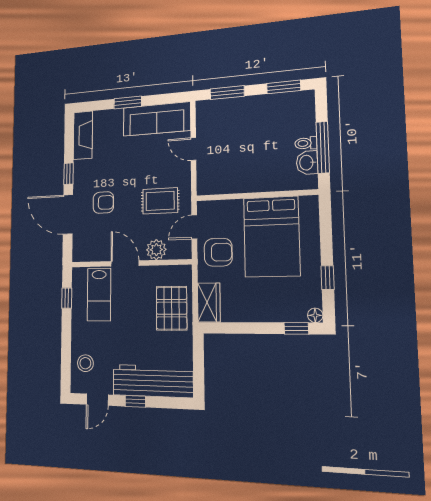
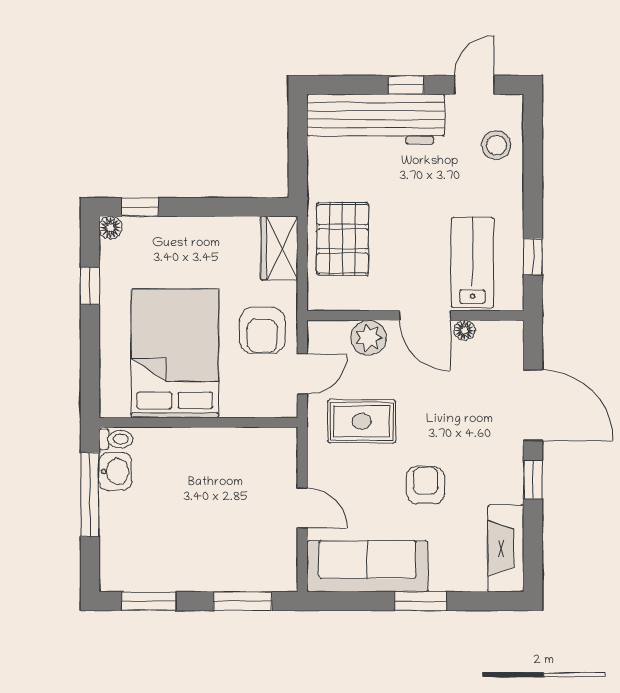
toilet: (306, 143) -> (116, 439), moved
armchair: (103, 203) -> (426, 485), moved, turned 90
armchair: (218, 252) -> (262, 330), turned -90
floor lamp: (104, 255) -> (464, 330), added

